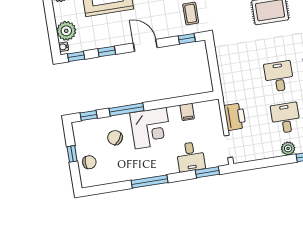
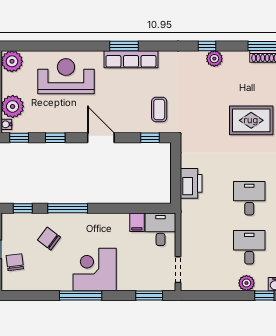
printer: (235, 117) -> (191, 183), moved
corner desk: (151, 128) -> (95, 269), moved, turned 180
desk: (191, 157) -> (160, 229), moved, turned 180
chair: (89, 162) -> (15, 262), turned -97

